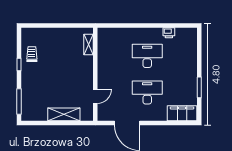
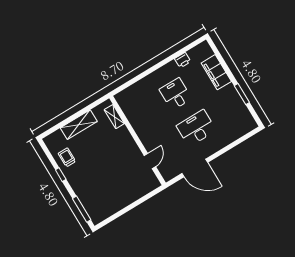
desk: (147, 56) -> (176, 94), width x0.73
filing cabinet: (182, 113) -> (216, 72), moved, turned -90
shelving: (64, 114) -> (79, 125), moved

